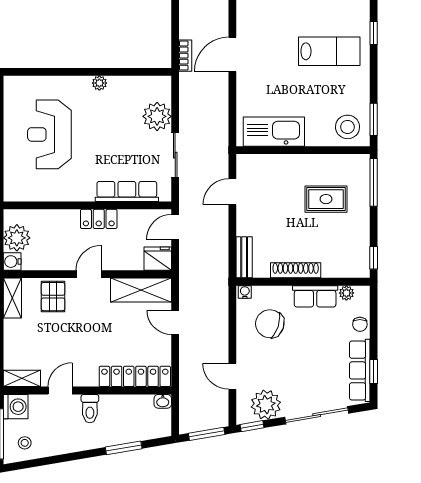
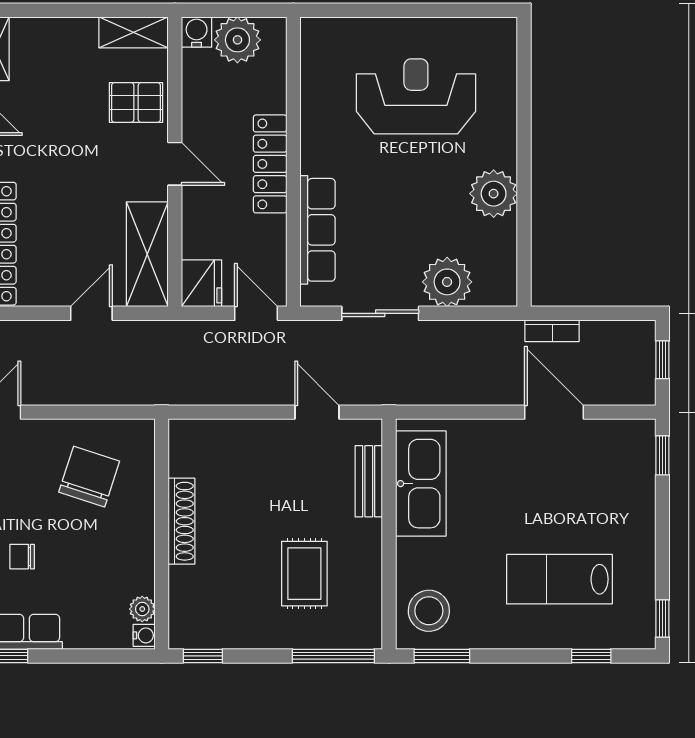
lab bench: (329, 51) -> (559, 579), turned 90
plant: (99, 83) -> (494, 194), width x1.87, depth x1.87
locker: (99, 219) -> (270, 164), width x1.53
bench: (244, 257) -> (369, 481), moved, turned 90
water cooler: (245, 292) -> (144, 635), moved
row of seats: (315, 296) -> (136, 555), removed
chair: (360, 324) -> (22, 557), moved

